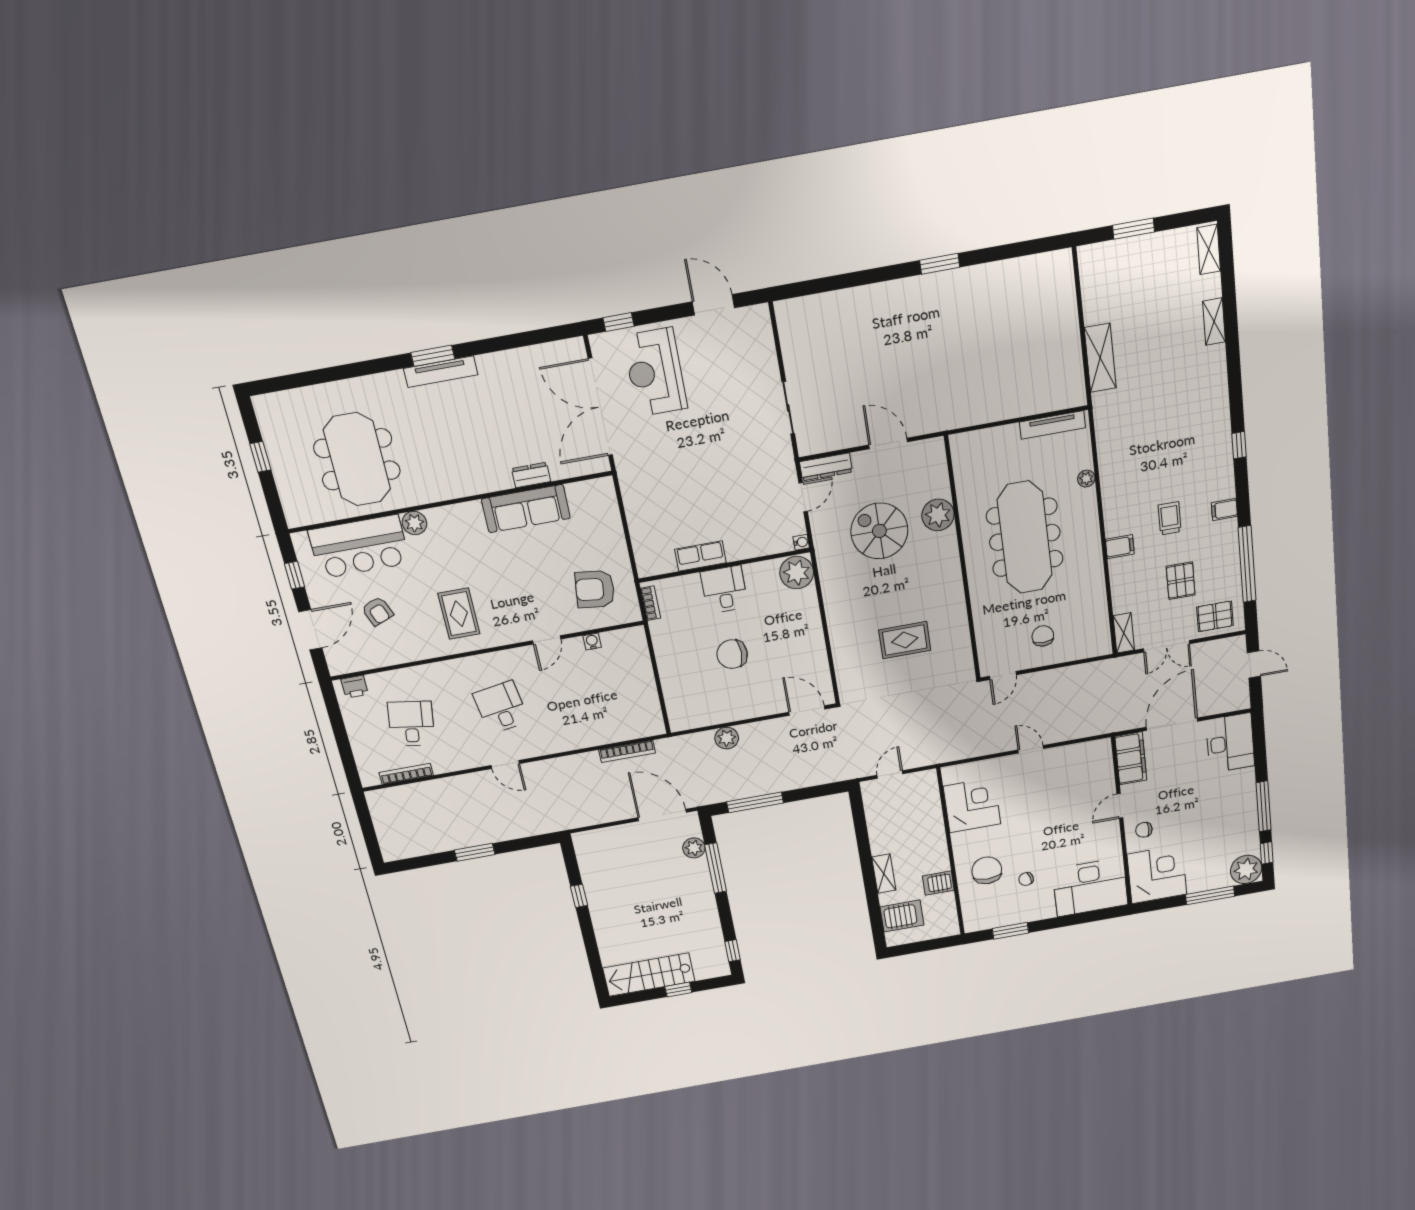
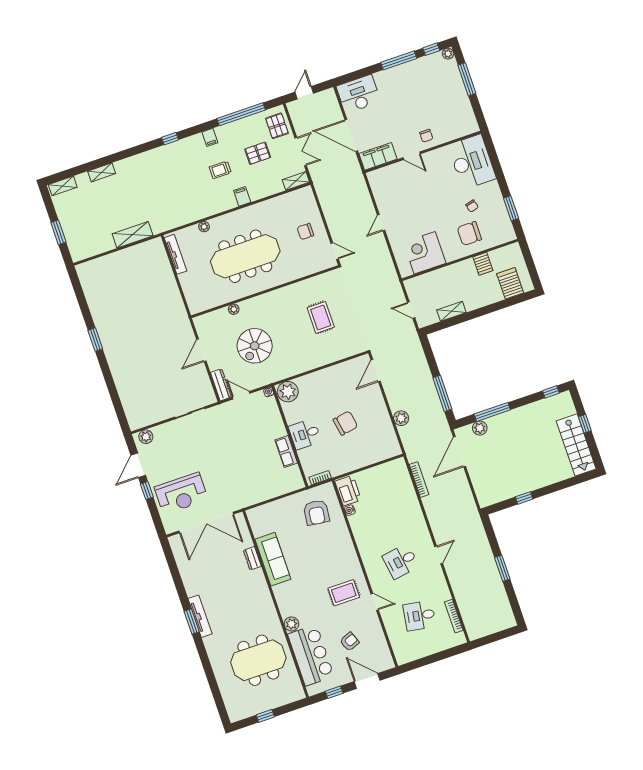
window: (619, 322) -> (147, 491), moved
plant: (760, 326) -> (146, 437), added
plant: (938, 515) -> (234, 309), width x0.53, depth x0.53
door: (547, 640) -> (375, 602), moved
chair: (732, 654) -> (345, 423), turned -100
printer: (355, 687) -> (348, 491), moved, width x1.87, depth x1.48
plant: (1246, 869) -> (448, 54), width x0.53, depth x0.53
shelving: (884, 874) -> (451, 311), moved
corner desk: (1157, 874) -> (457, 119), removed

